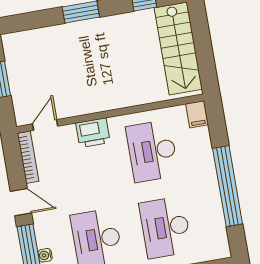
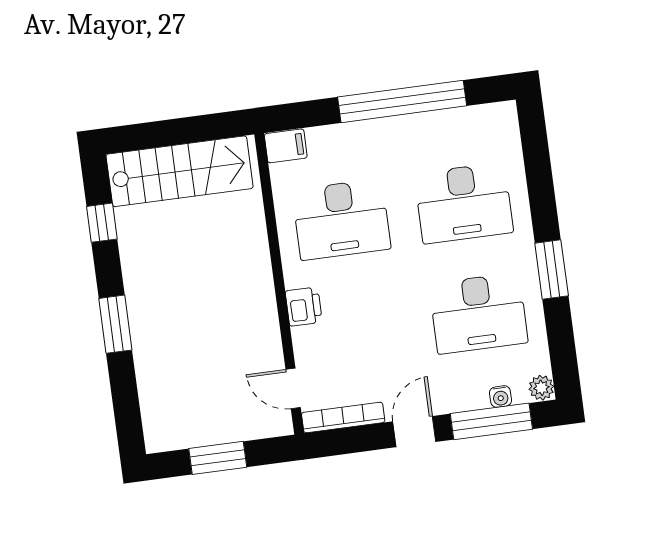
printer: (93, 133) -> (304, 307), width x0.73, depth x0.81

